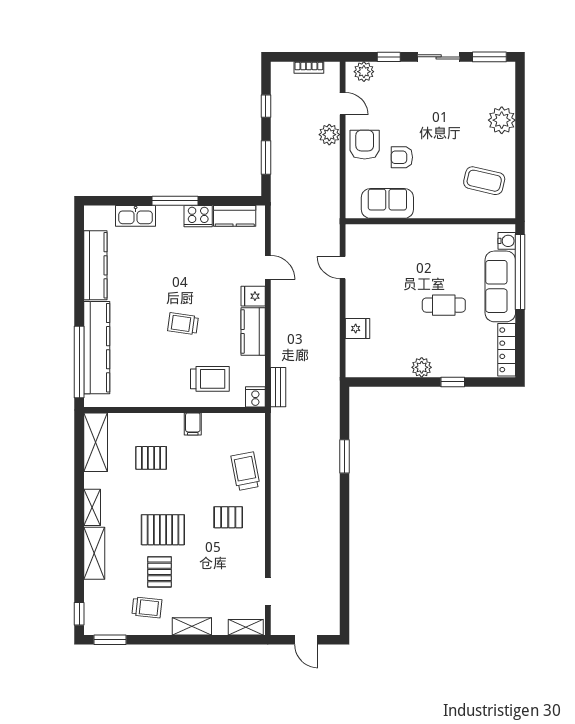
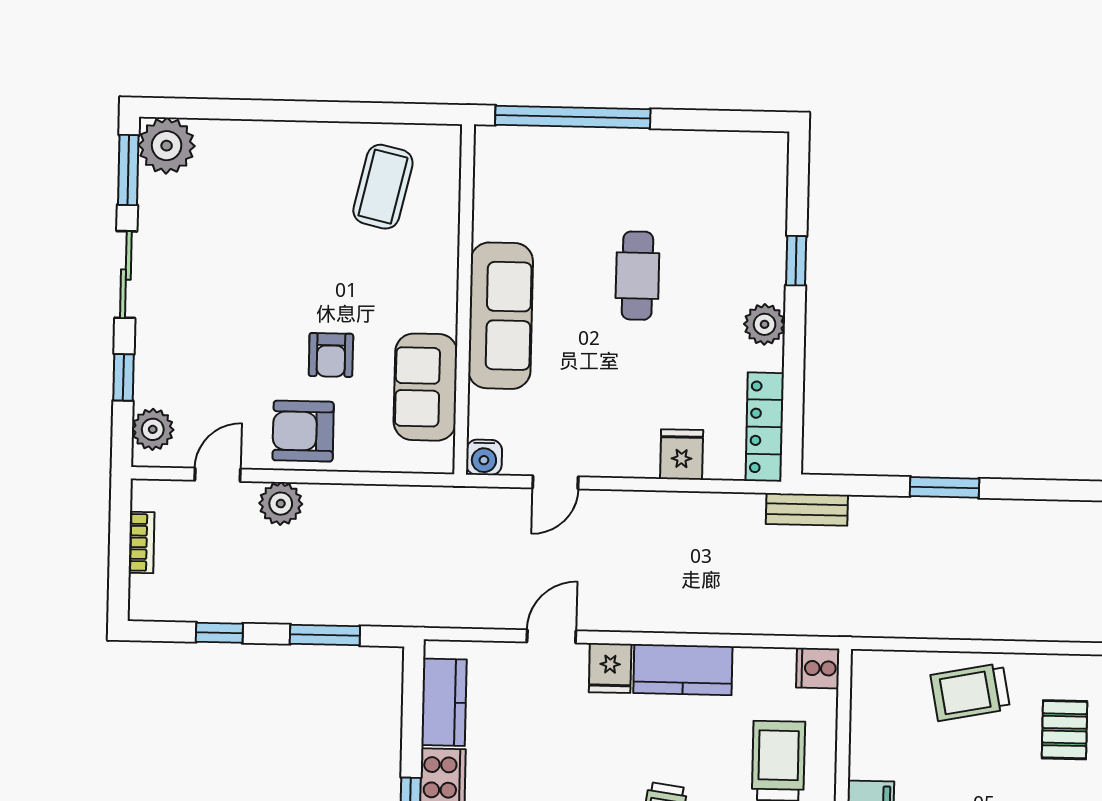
plant: (502, 120) -> (167, 146), moved
water cooler: (507, 241) -> (484, 457), moved, turned 180
sofa: (500, 286) -> (501, 316), moved, turned -90
locker: (507, 350) -> (765, 427), moved, turned 90
bench: (278, 387) -> (807, 509), moved

